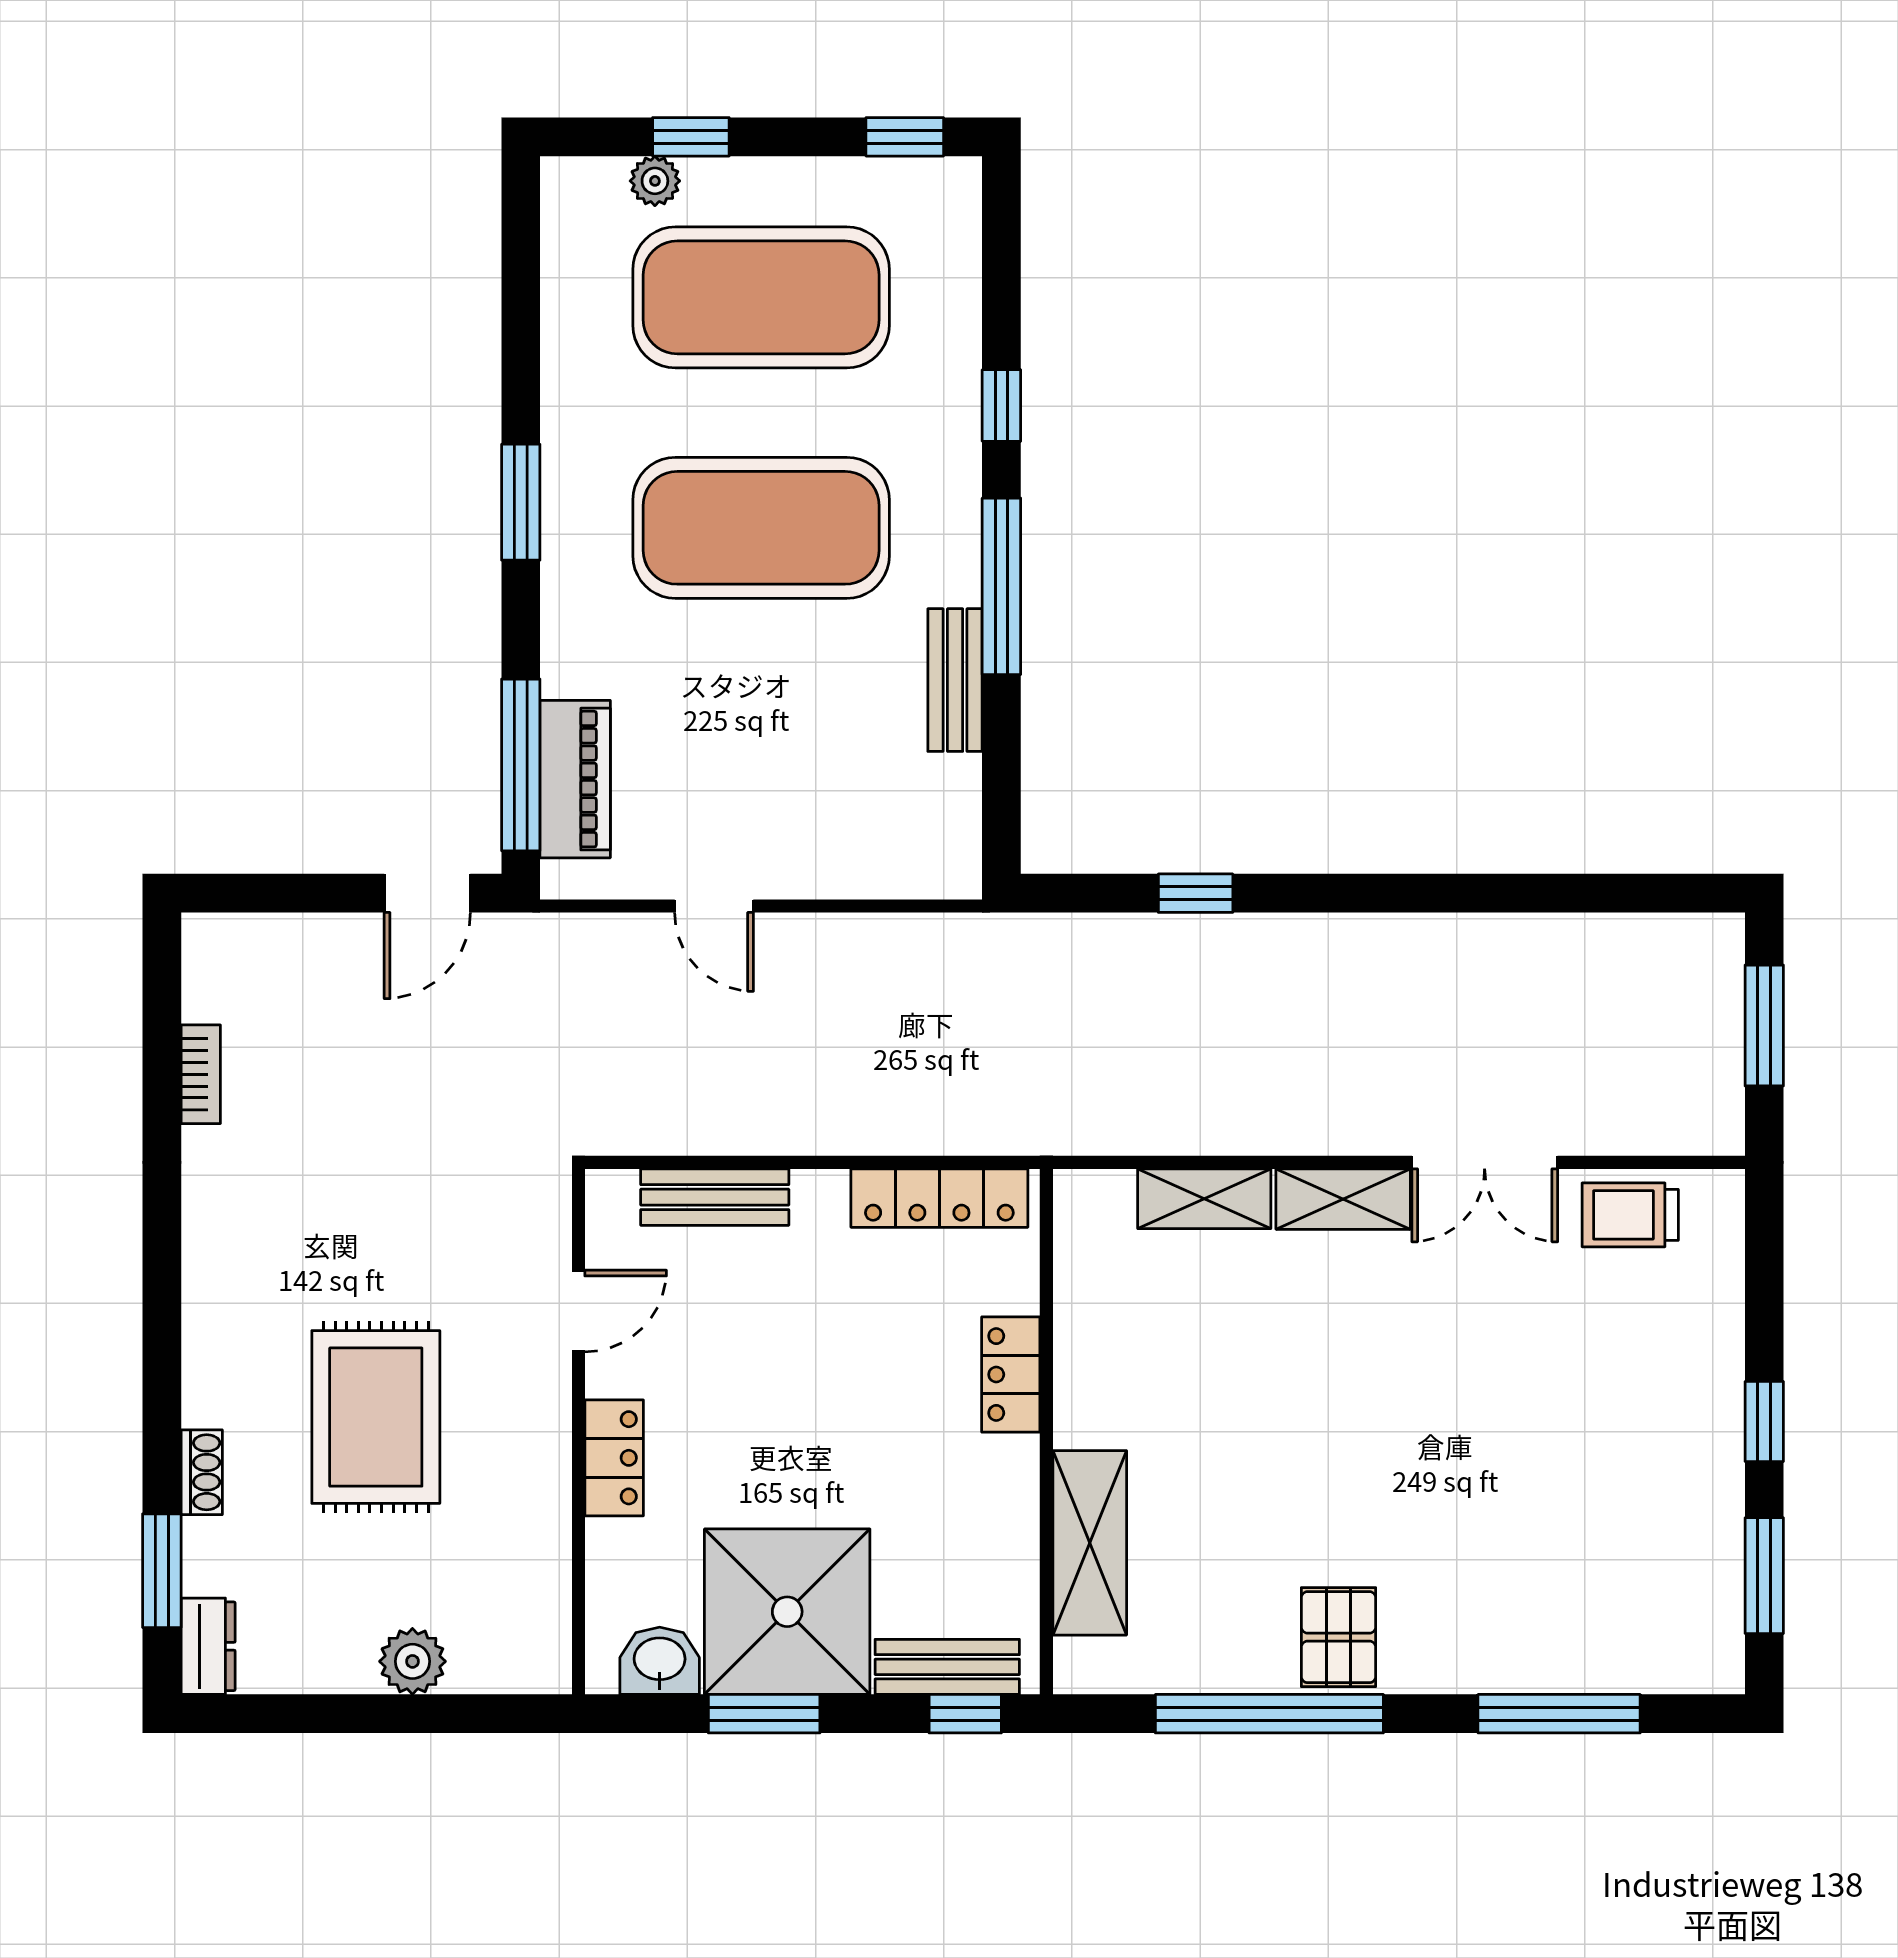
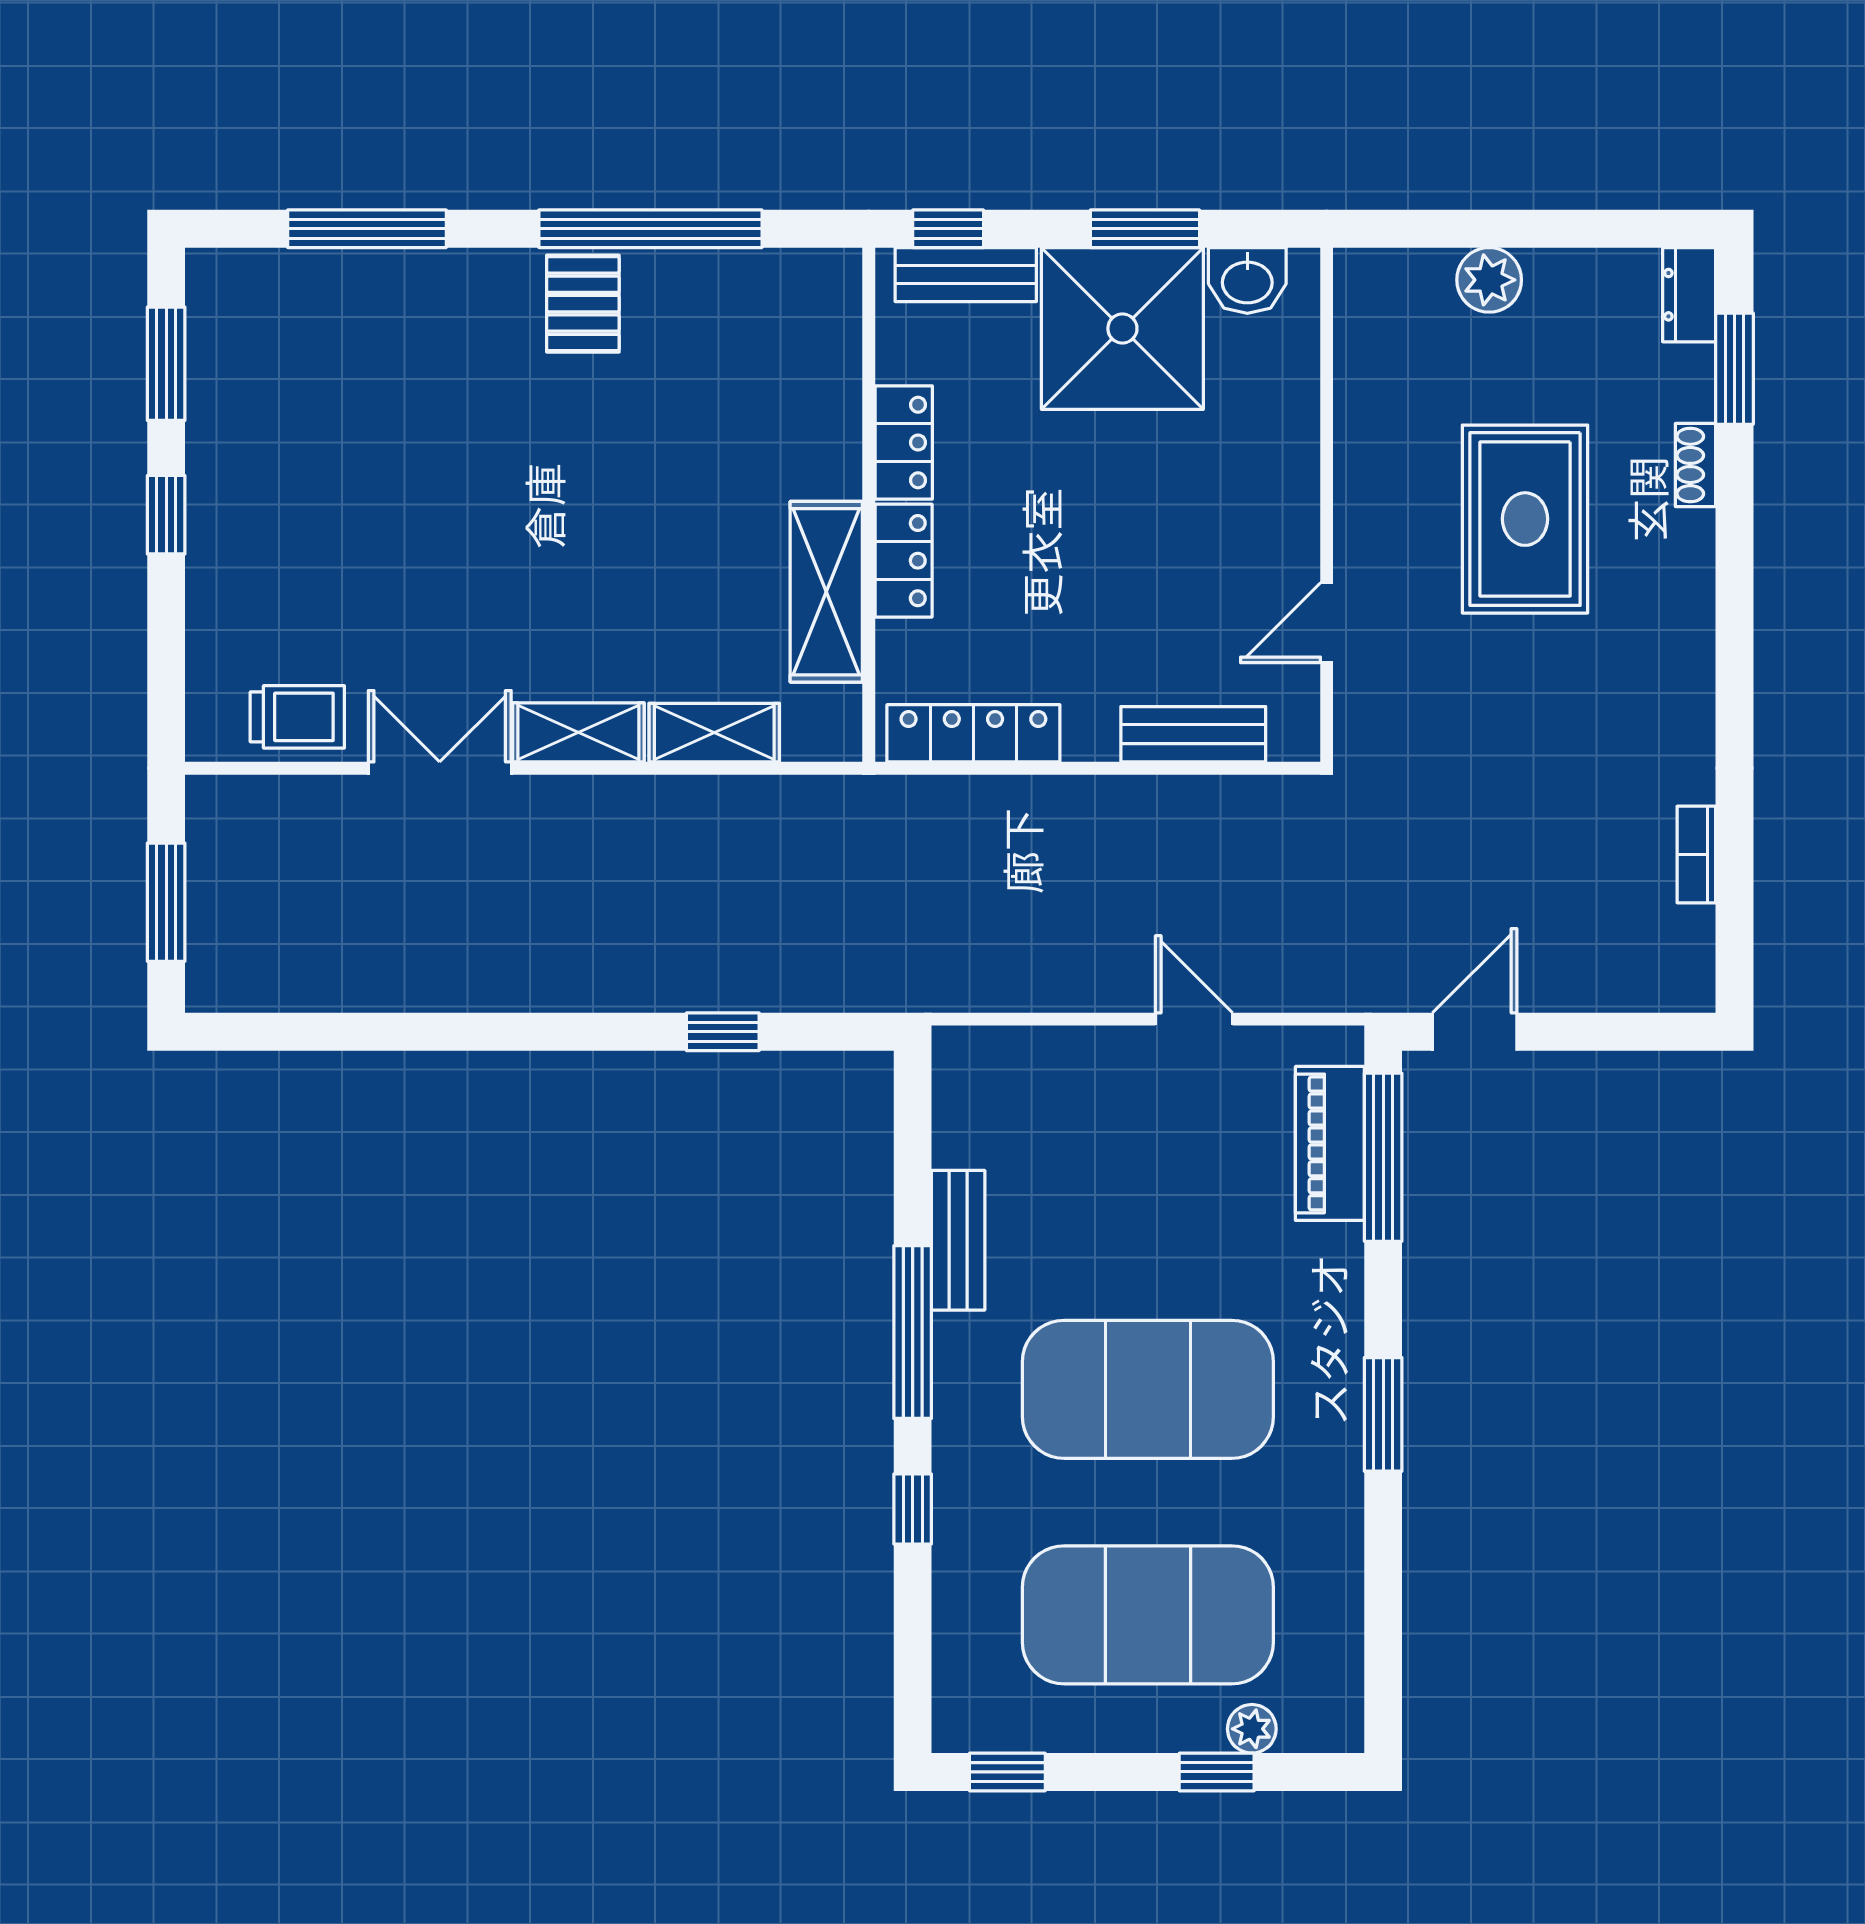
locker: (614, 1458) -> (904, 443), moved, turned 180
shelving: (1090, 1543) -> (826, 592), moved

